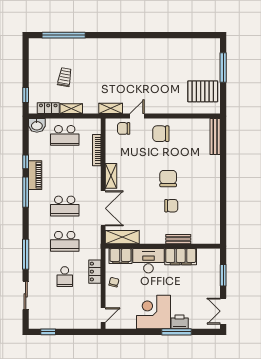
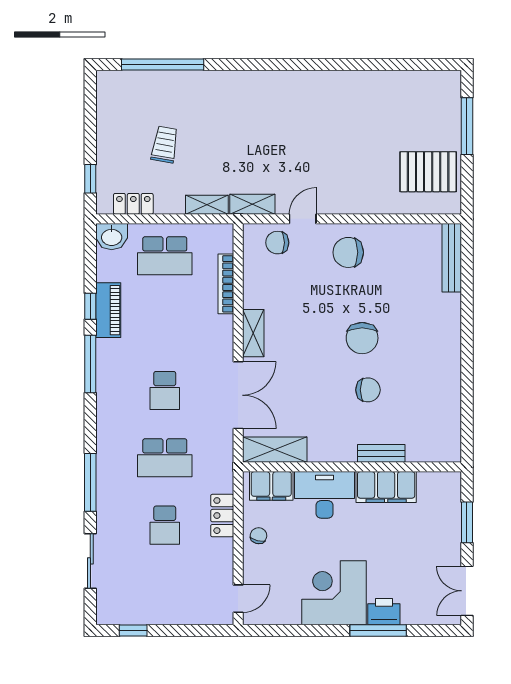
shelving: (71, 109) -> (207, 205), moved
piano: (35, 175) -> (108, 310), moved
chair: (168, 179) -> (362, 338), turned 180
school desk: (65, 206) -> (165, 390), width x0.54

